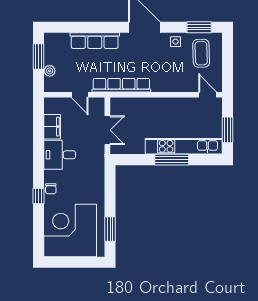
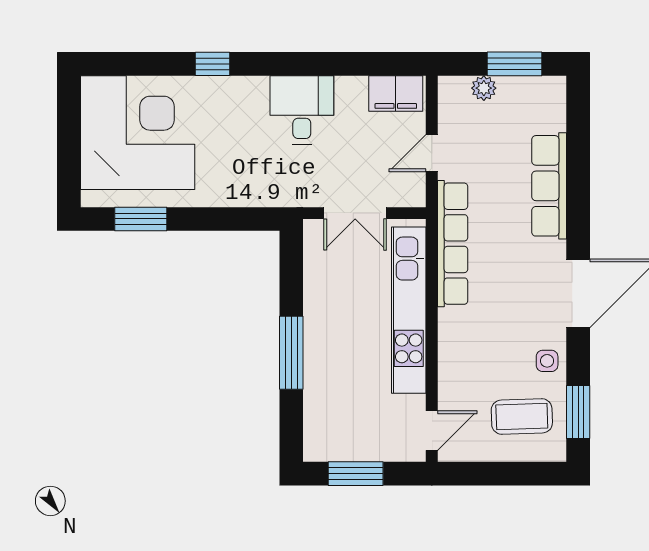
filing cabinet: (52, 127) -> (396, 93), moved
kitchen unit: (184, 146) -> (409, 310), moved, turned 180
chair: (51, 189) -> (228, 91), removed

